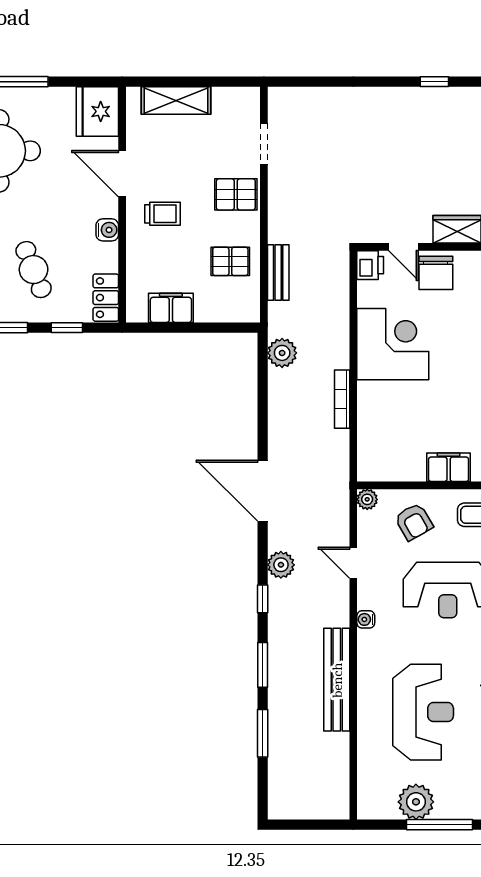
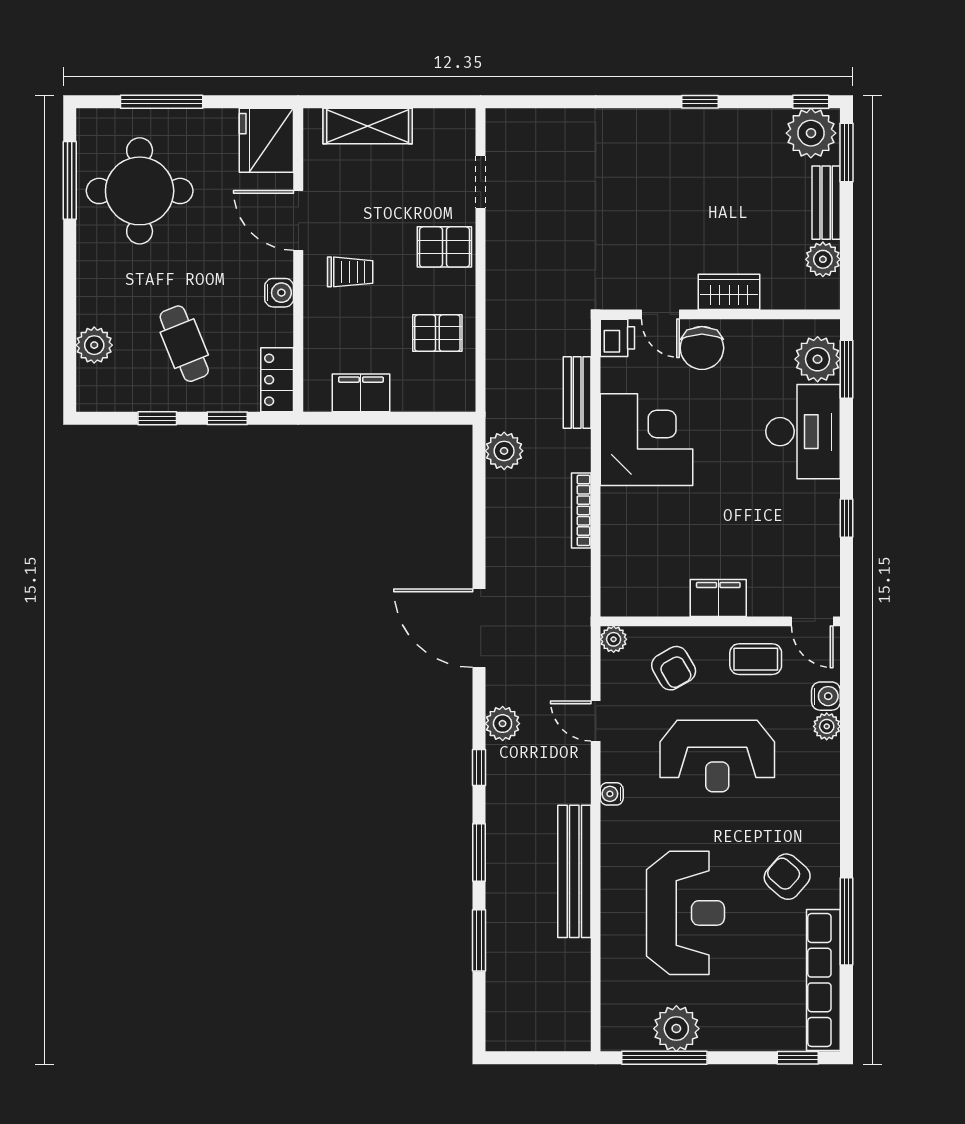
bench: (278, 273) -> (577, 392), moved
window: (439, 825) -> (664, 1058), moved

